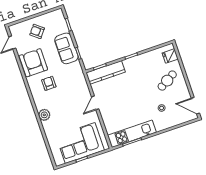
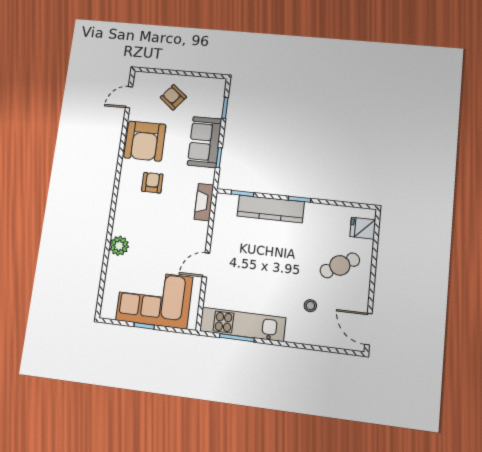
armchair: (33, 63) -> (145, 141), turned 180
kitchen counter: (106, 72) -> (271, 209), moved
fireplace: (82, 81) -> (204, 202), added
door: (95, 103) -> (206, 265), moved
plant: (44, 115) -> (119, 246), moved

